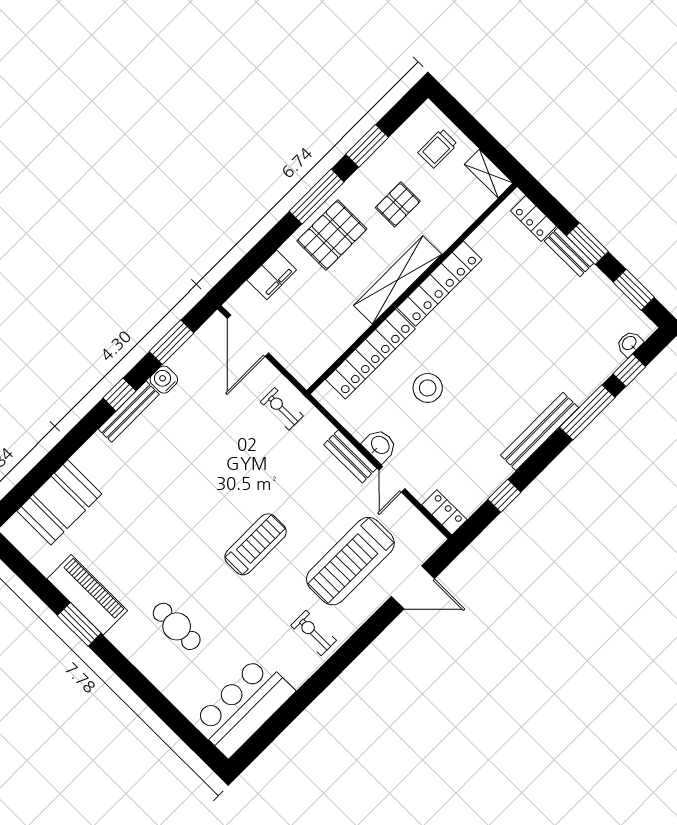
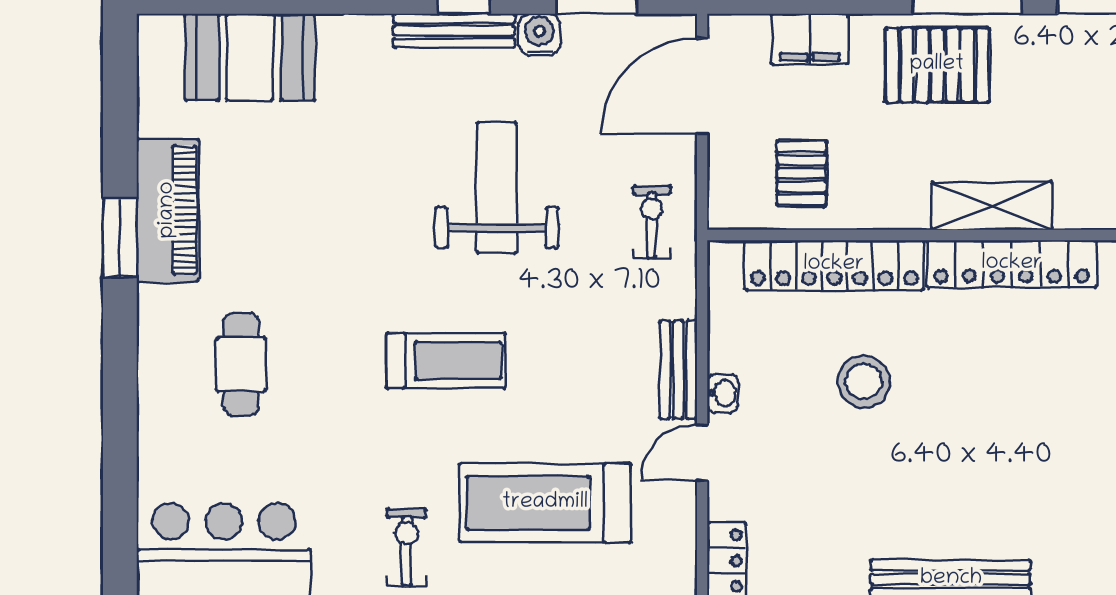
pallet: (398, 204) -> (802, 173), moved, turned 90
shelving: (398, 280) -> (992, 206), width x0.68
washbasin: (380, 445) -> (723, 393), width x0.72, depth x0.69
weight bench: (207, 457) -> (497, 188), added

